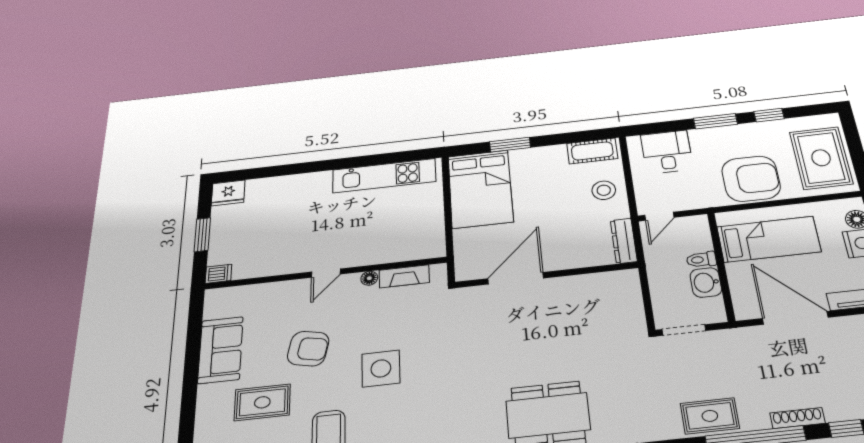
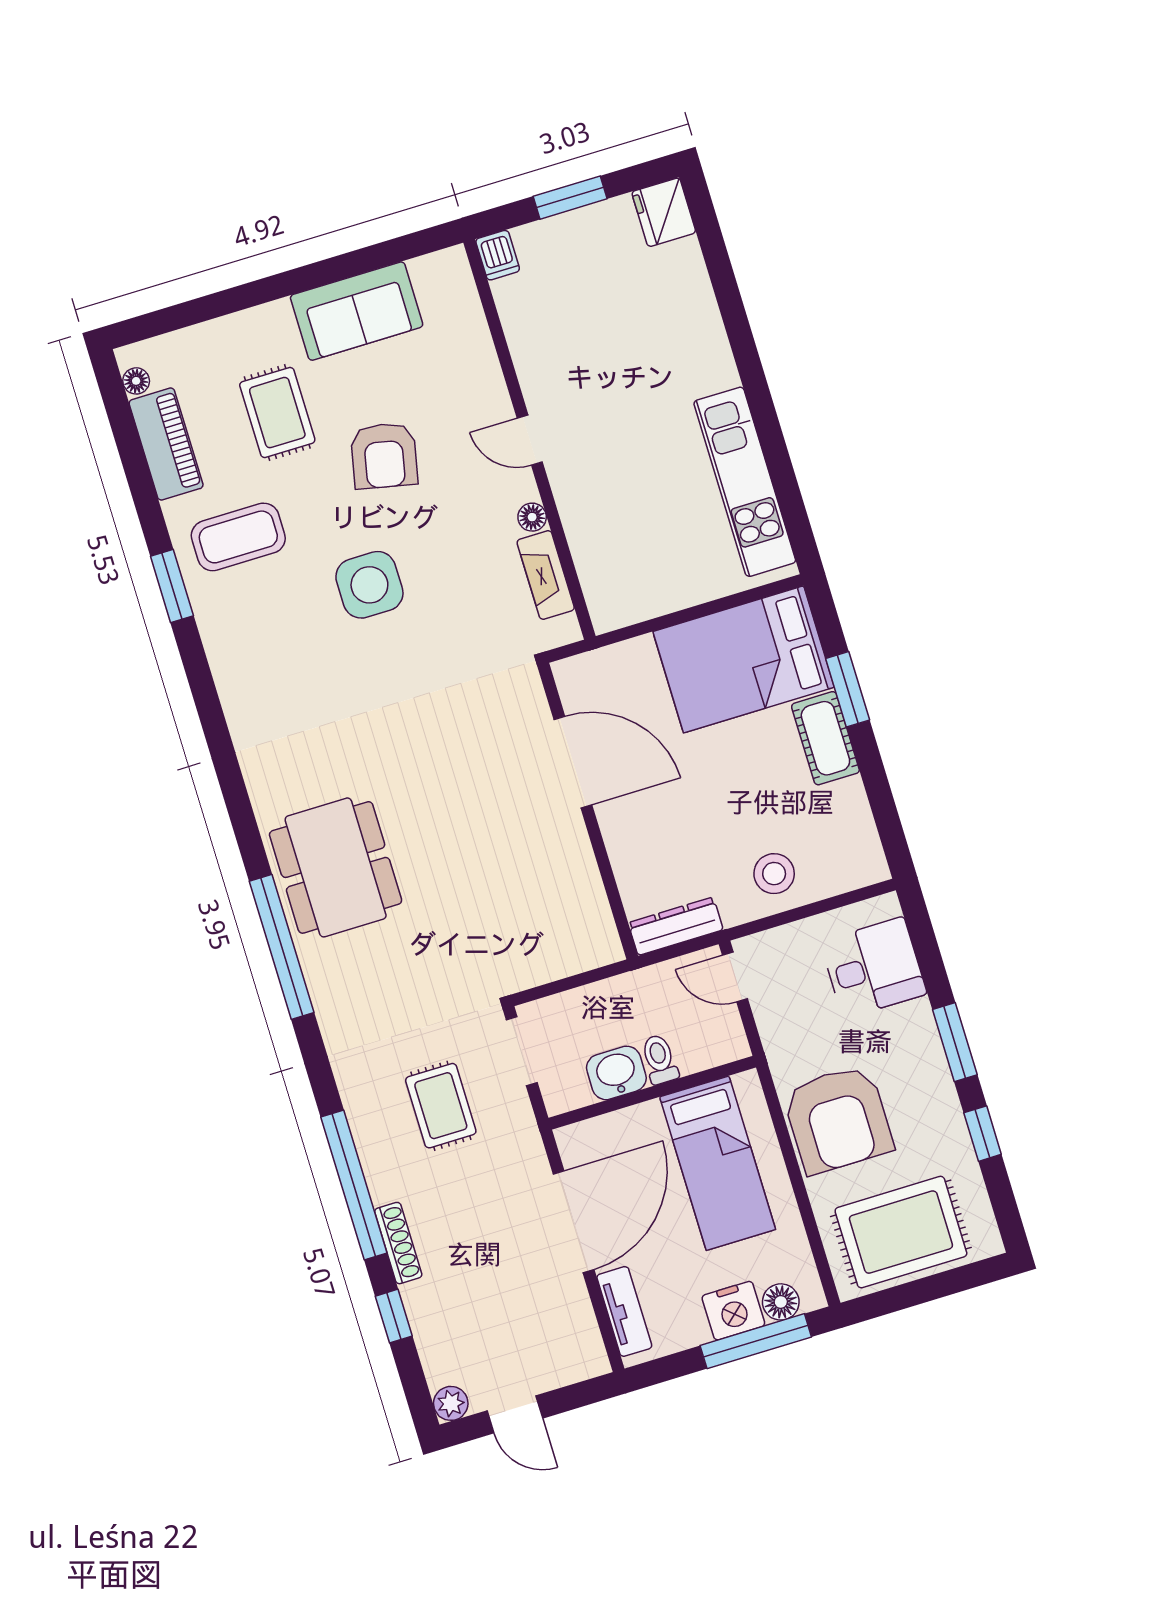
cot: (592, 151) -> (825, 738), moved
rug: (710, 416) -> (441, 1106), moved

